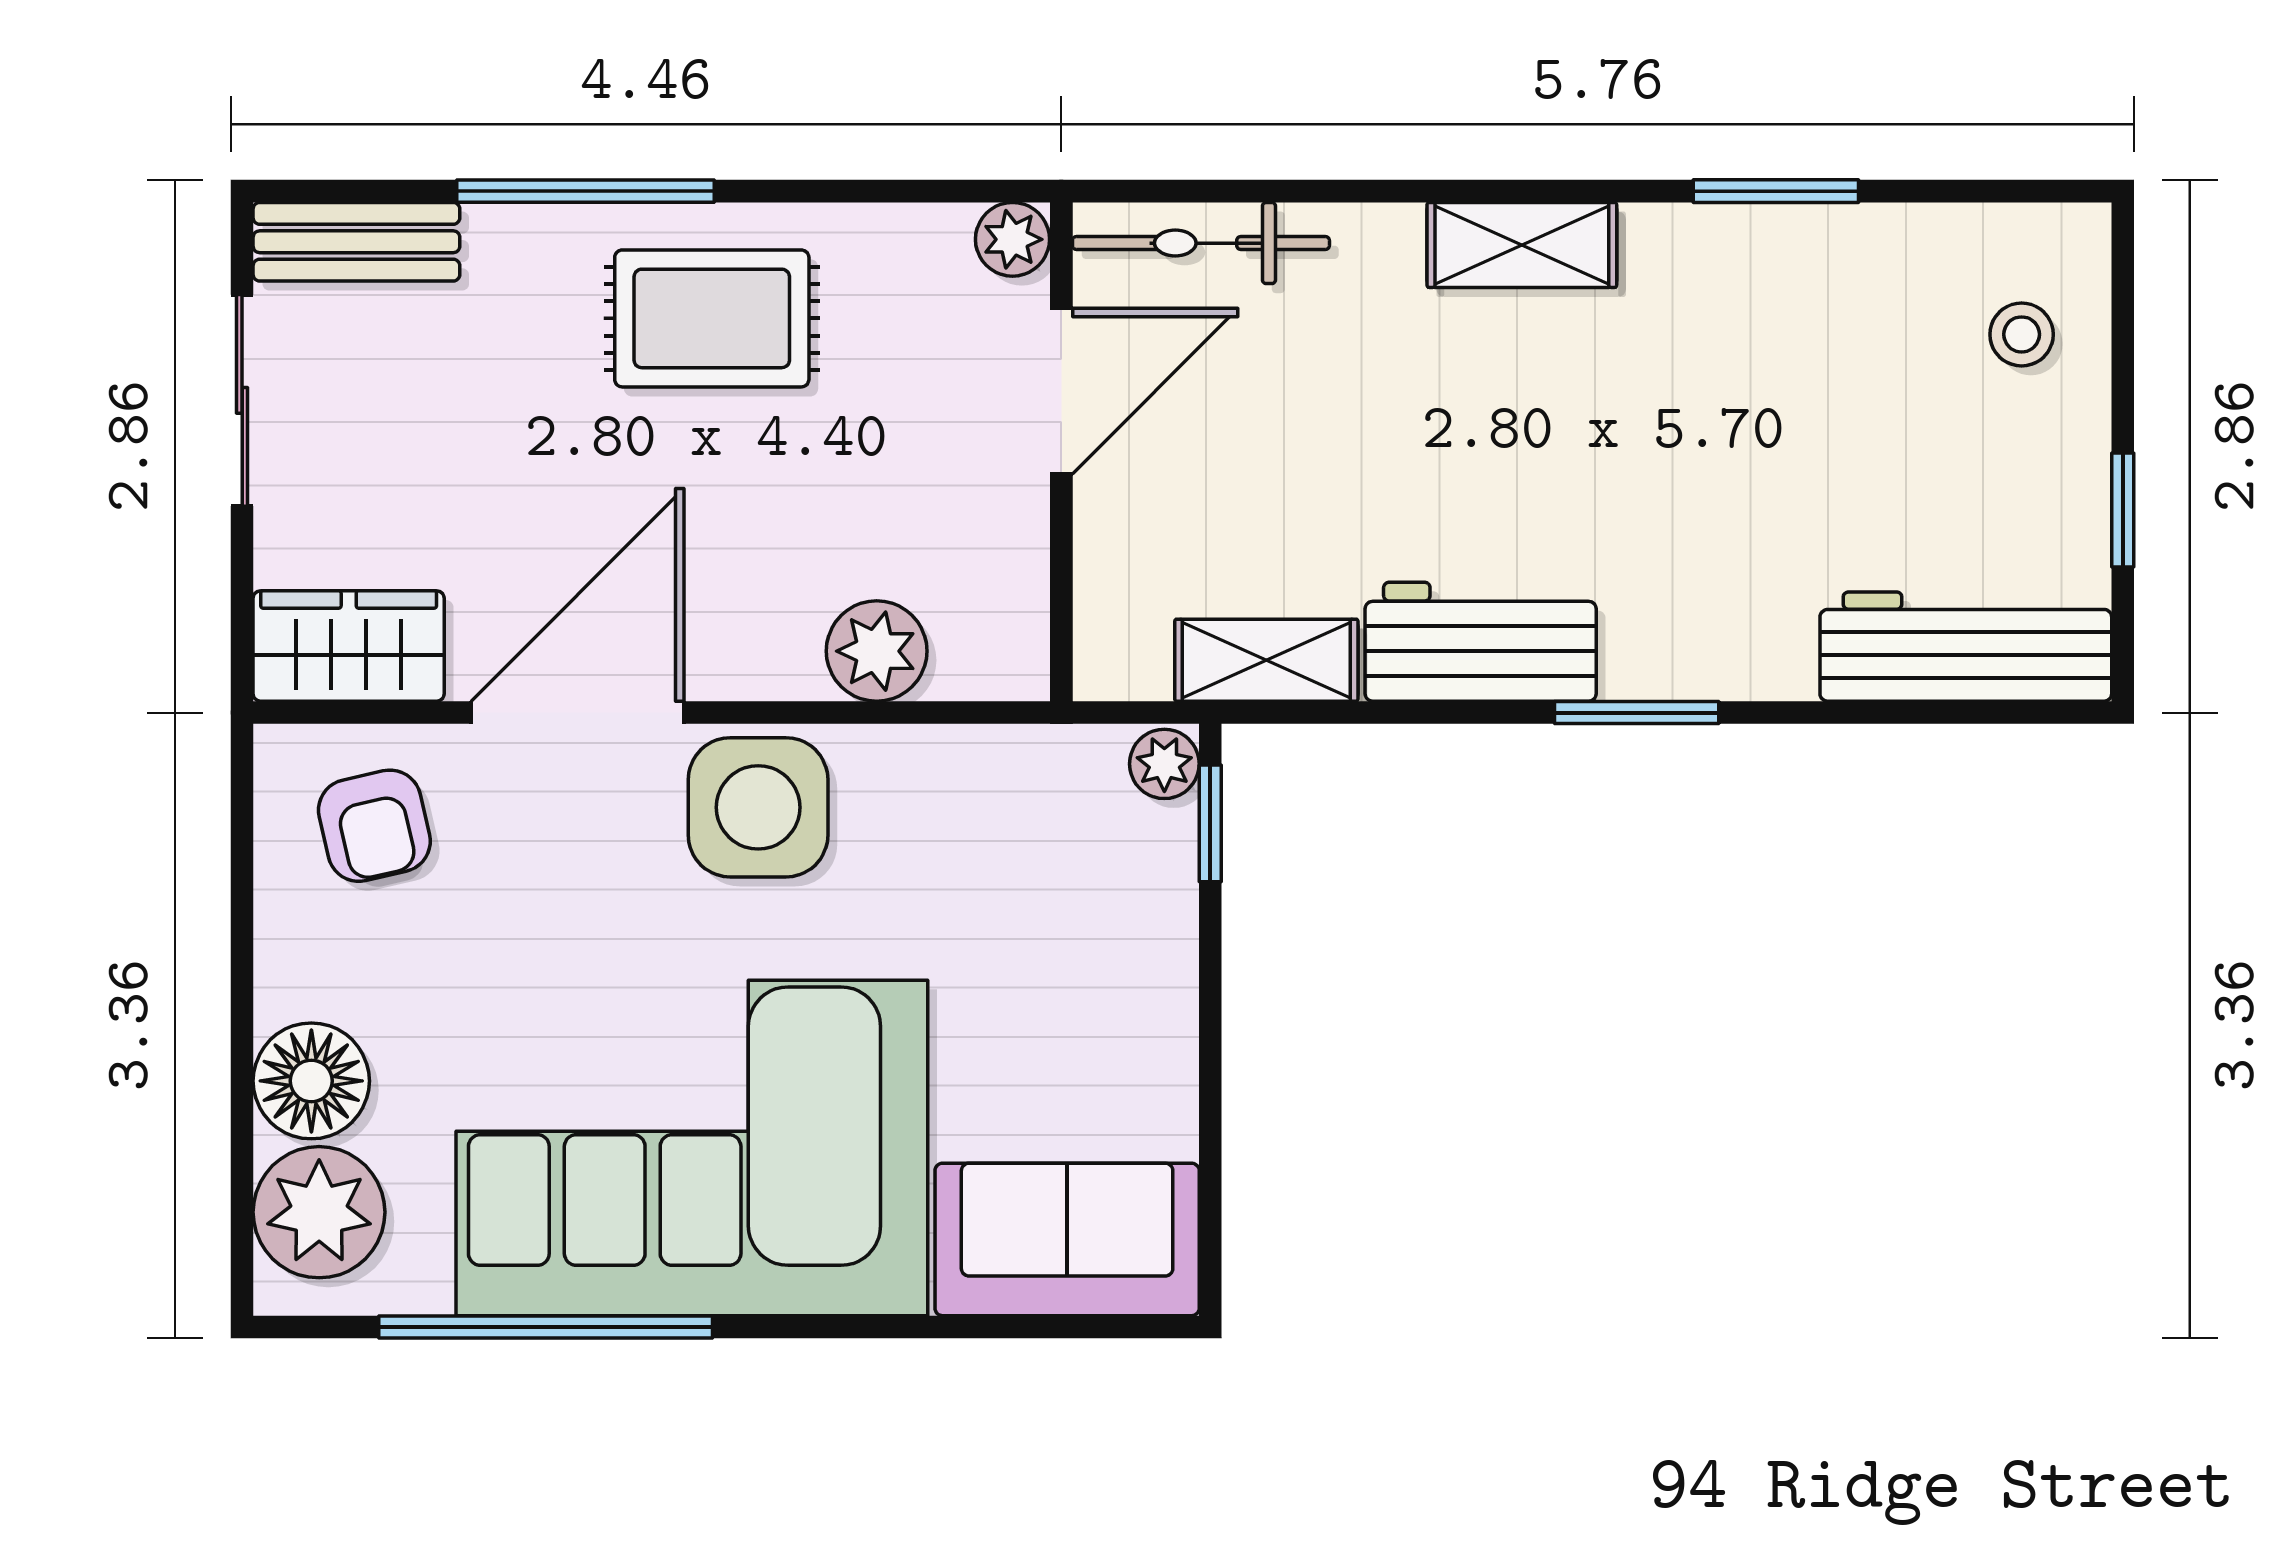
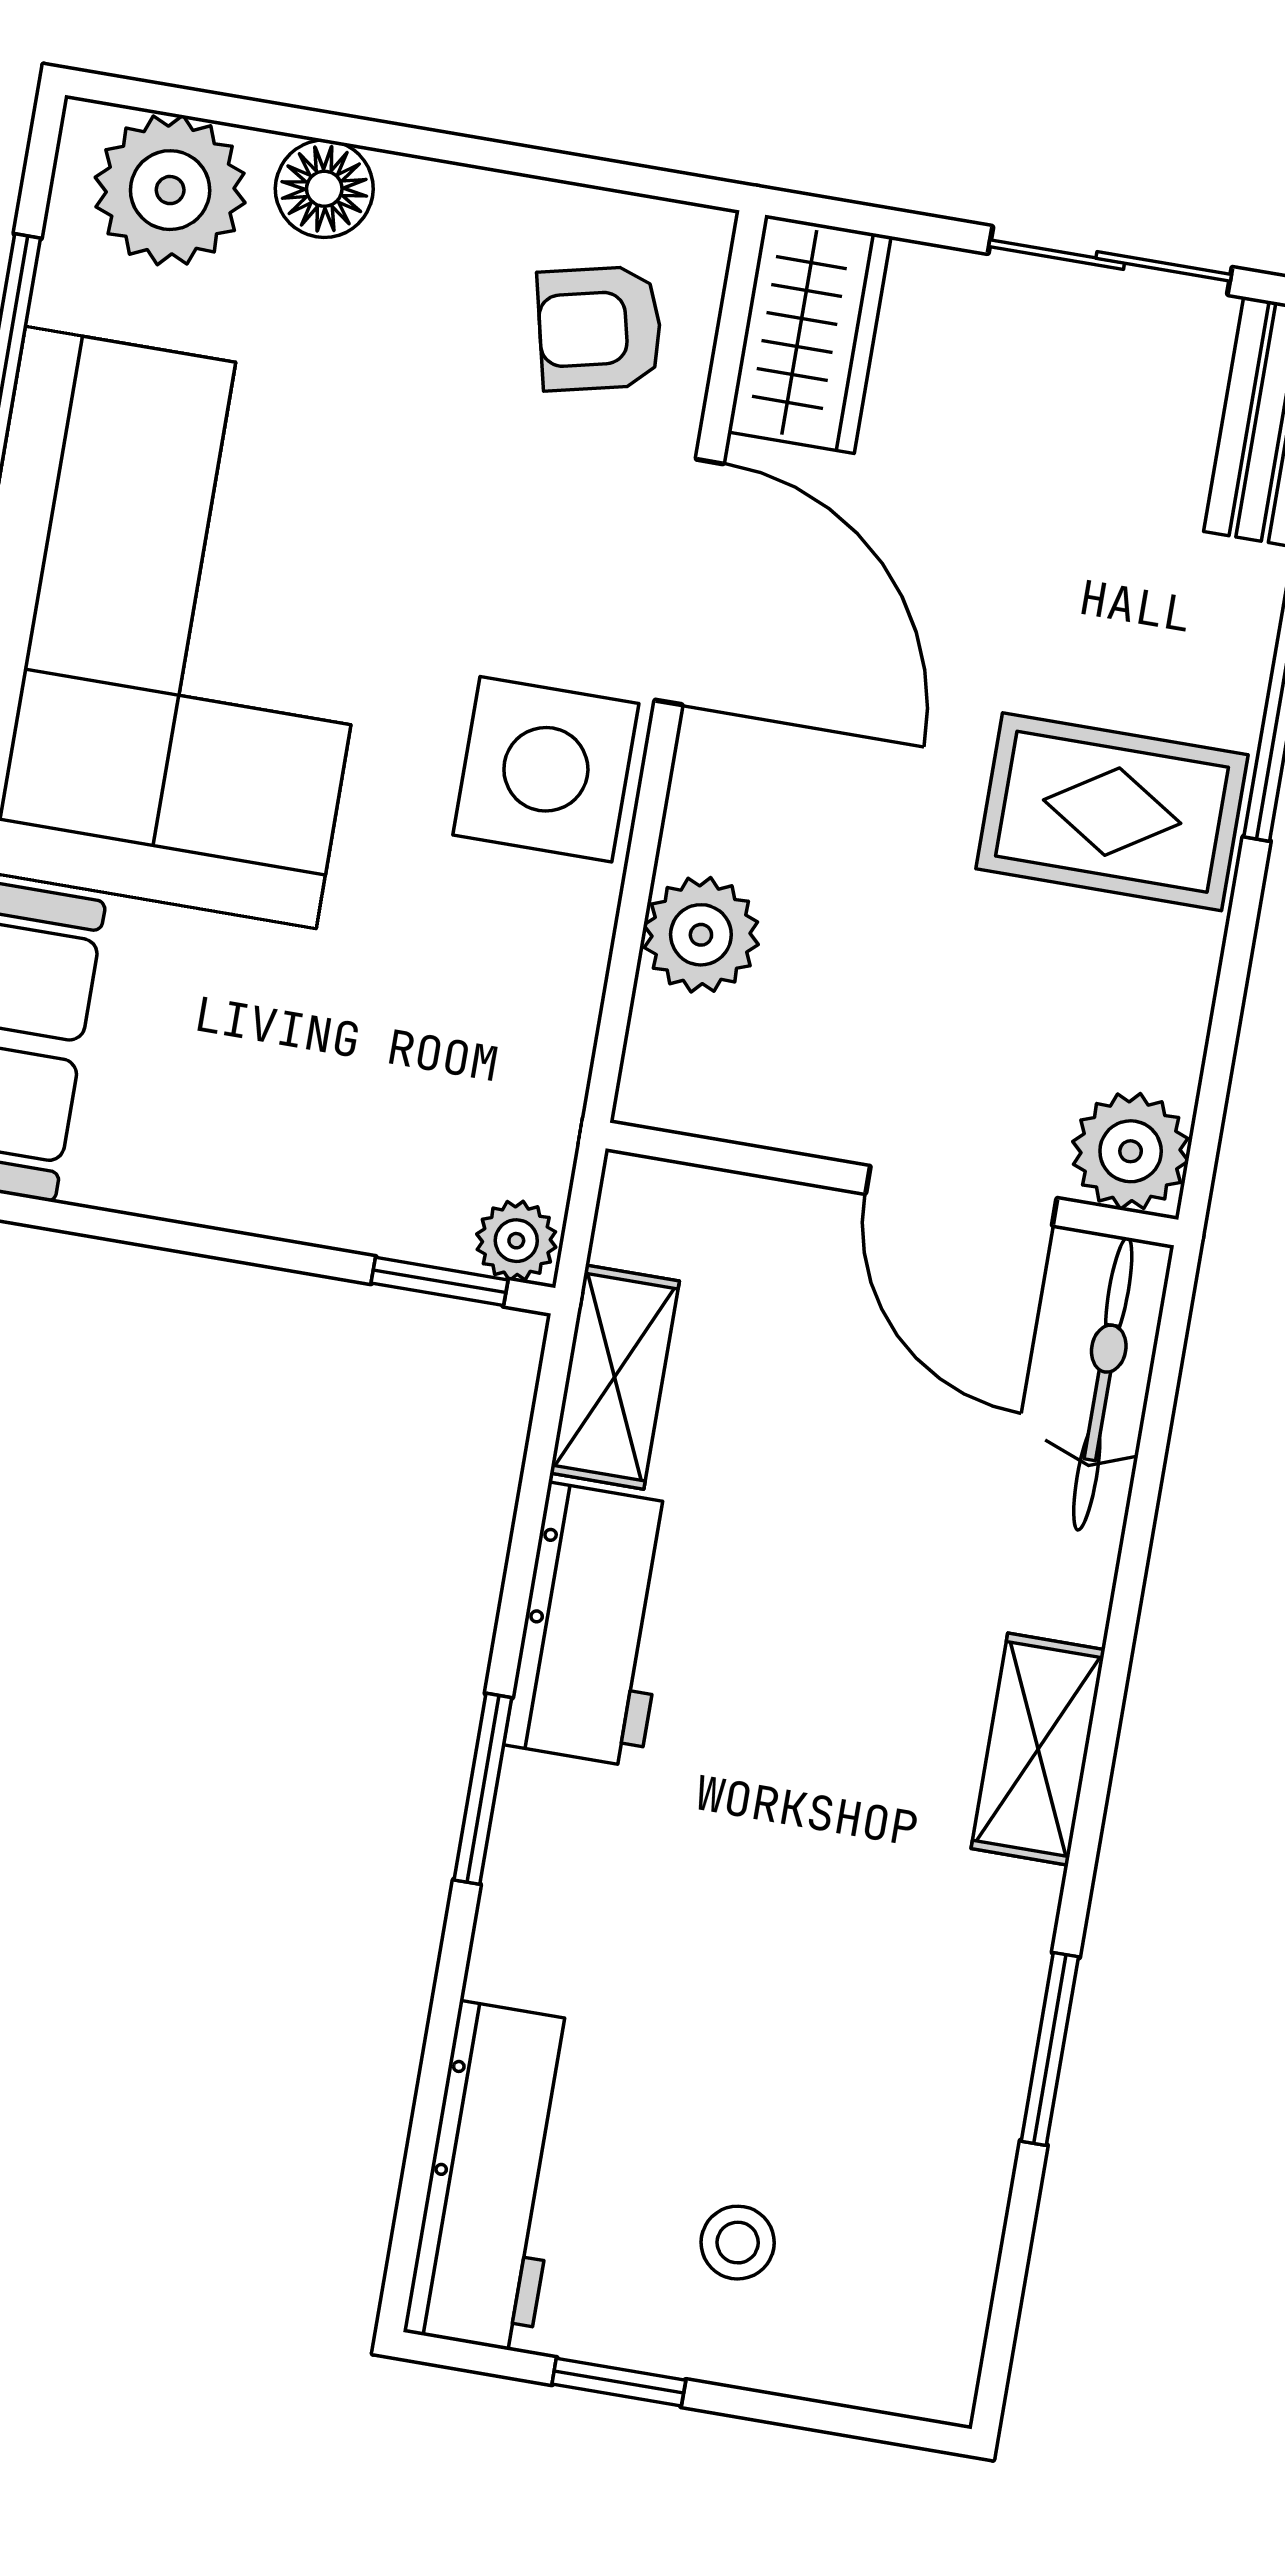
plant: (1012, 239) -> (1131, 1151), width x1.38, depth x1.38
rug: (712, 318) -> (1112, 812), turned 90
stool: (2022, 334) -> (738, 2243), moved
floor lamp: (311, 1081) -> (324, 189), width x0.73, depth x0.73

